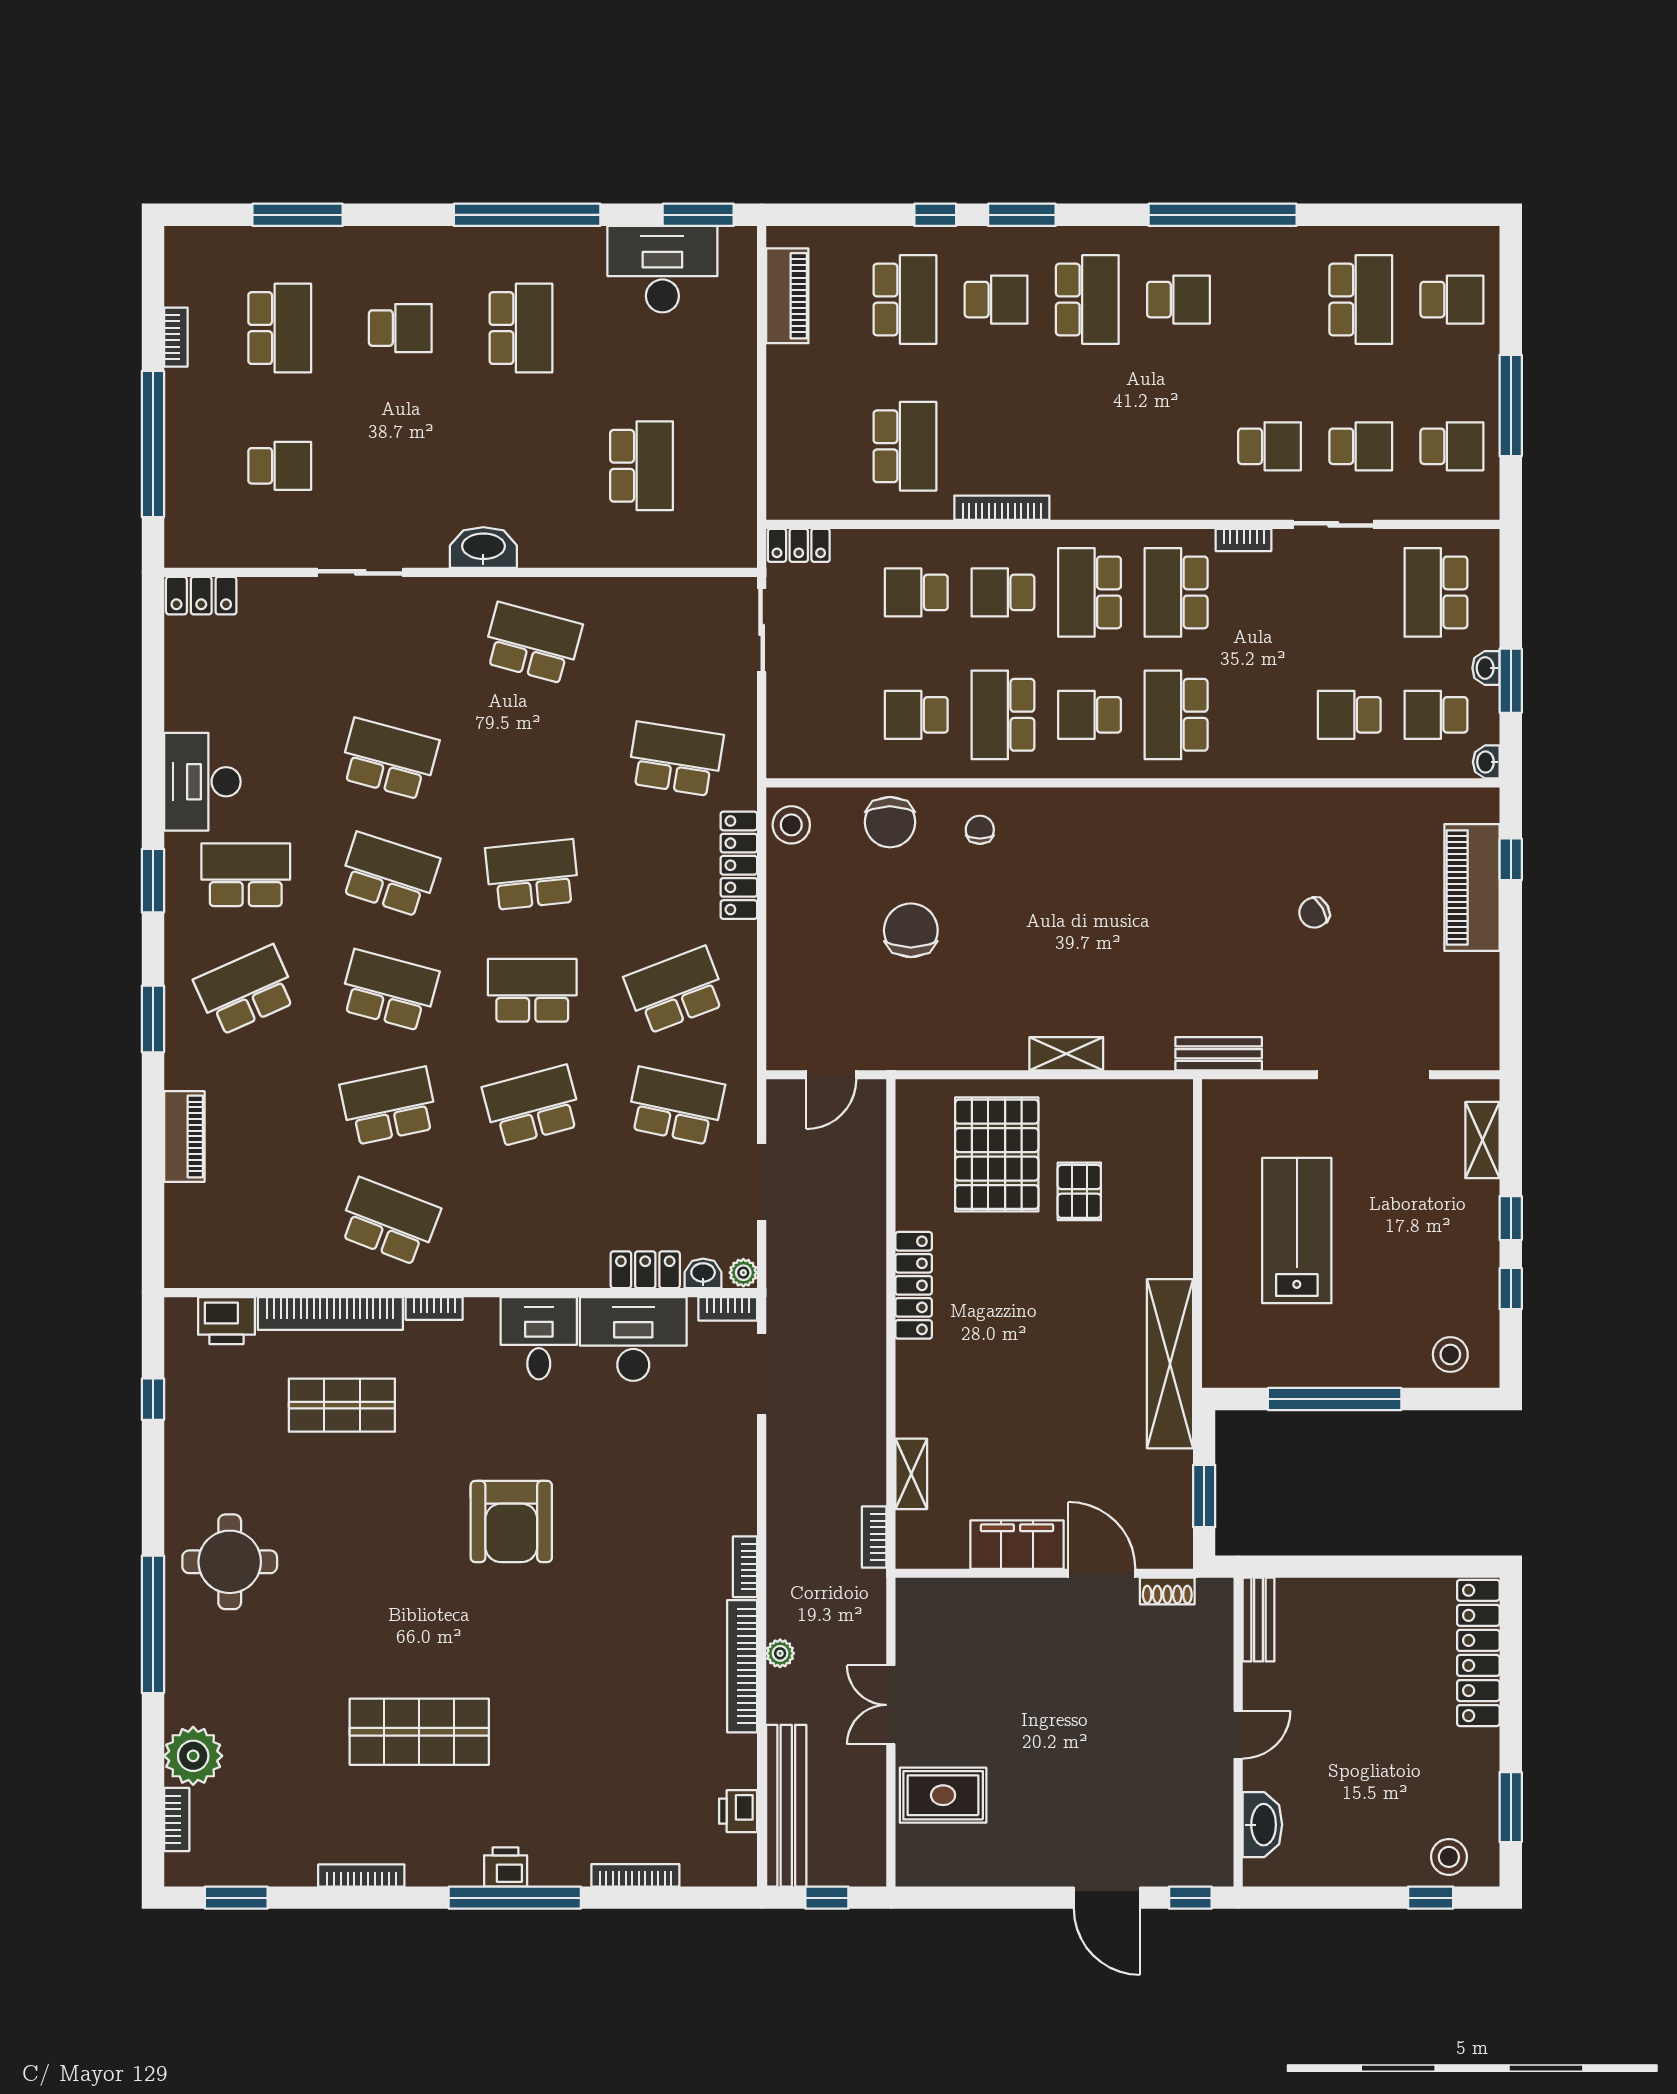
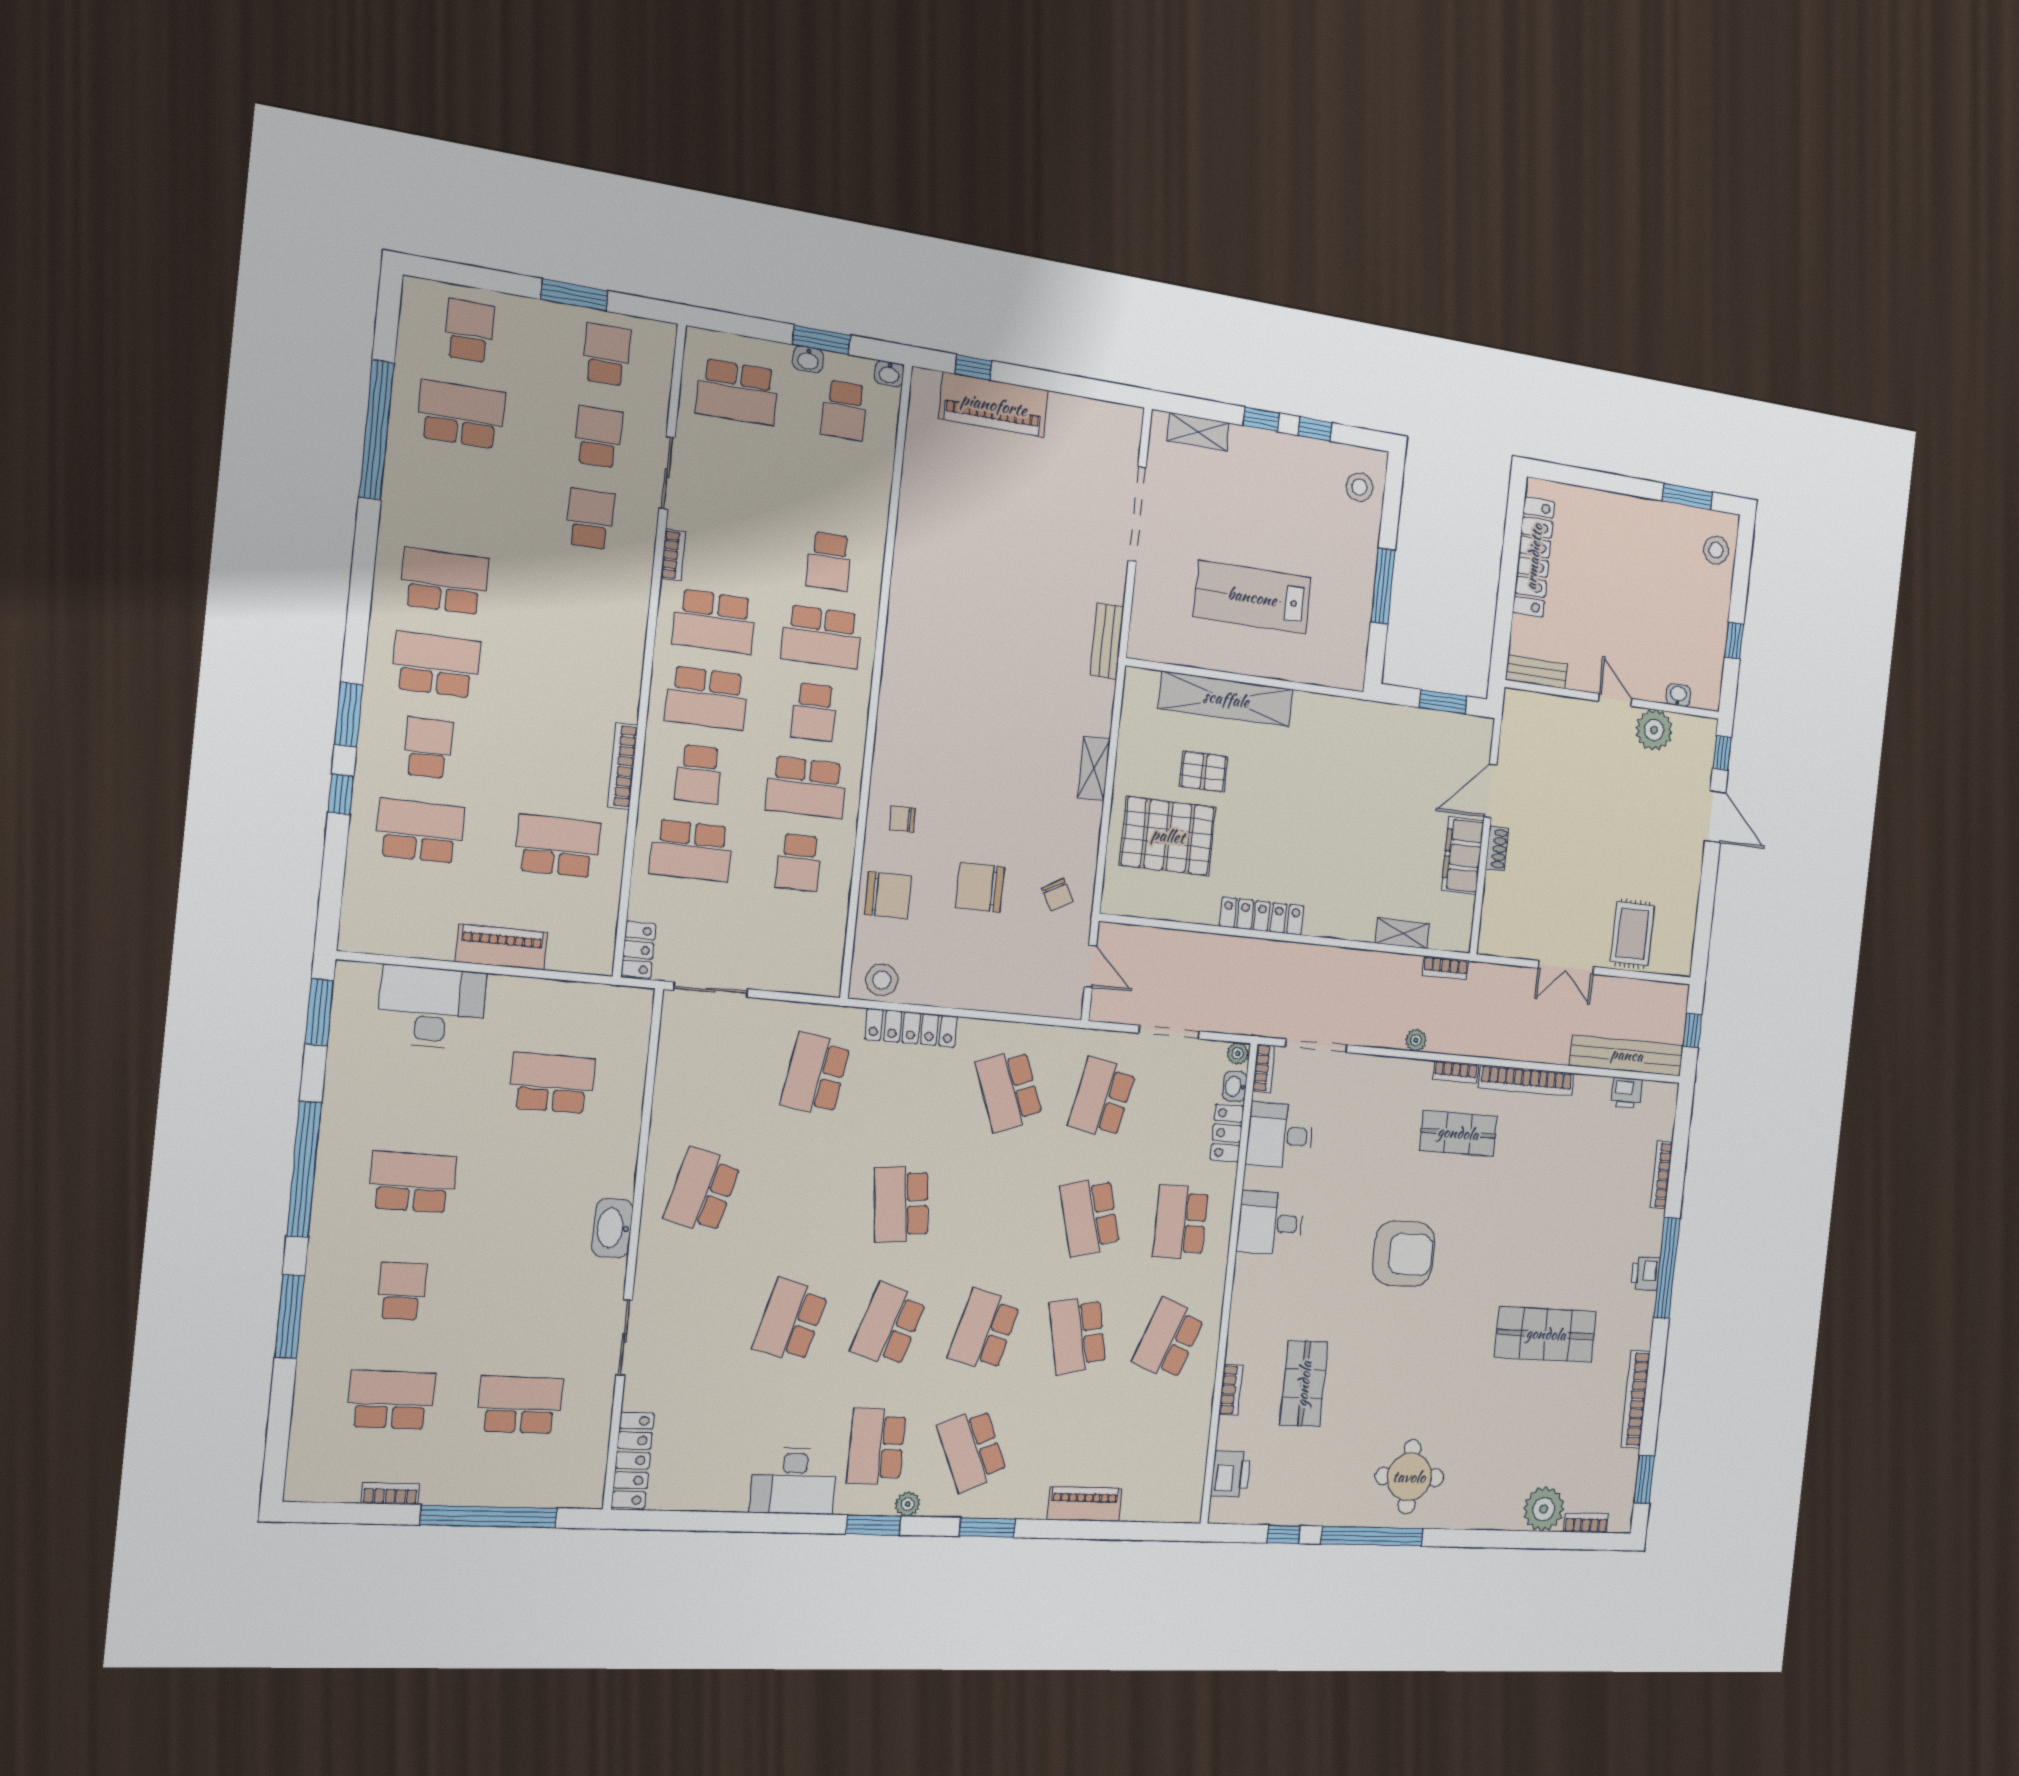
window: (298, 215) -> (290, 1316), moved
window: (1223, 215) -> (376, 430), moved
desk: (662, 269) -> (432, 1007), moved, turned 90
piano: (787, 296) -> (501, 947), moved
school desk: (1178, 300) -> (444, 581), width x1.85
window: (1511, 406) -> (574, 295), width x0.69
school desk: (280, 466) -> (520, 1405), width x1.85
school desk: (916, 592) -> (691, 851), width x1.85
locker: (201, 596) -> (633, 1460), width x1.53
school desk: (1349, 715) -> (829, 561), moved
chair: (1314, 913) -> (1057, 895), moved
plant: (179, 919) -> (908, 1504), added
school desk: (532, 990) -> (1181, 1222), moved
bookcase: (434, 1308) -> (1239, 1306), removed
bookcase: (330, 1313) -> (1231, 1390), width x0.43, depth x0.76
desk: (633, 1339) -> (1280, 1135), width x0.73
shelving: (1170, 1364) -> (1226, 699), moved
window: (1335, 1399) -> (1383, 586), width x0.68
shop shelf: (668, 1579) -> (1458, 1133), added
shoe rack: (1167, 1591) -> (1497, 849), moved
window: (153, 1624) -> (1372, 1536), moved
plant: (780, 1653) -> (1416, 1040), moved
locker: (1478, 1653) -> (1534, 557), moved, turned -90
shop shelf: (419, 1732) -> (1546, 1334), turned 90
plant: (1207, 1795) -> (1654, 730), added
washbasin: (1262, 1825) -> (1678, 695), width x0.52, depth x0.69
bookcase: (361, 1875) -> (1635, 1399), width x1.48, depth x1.31
door: (1107, 1898) -> (1715, 817), hinge flipped
window: (1431, 1898) -> (1734, 641), moved

